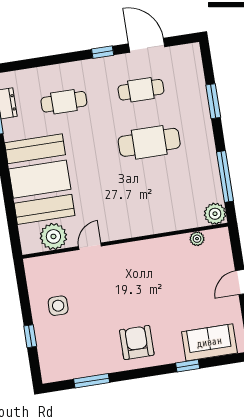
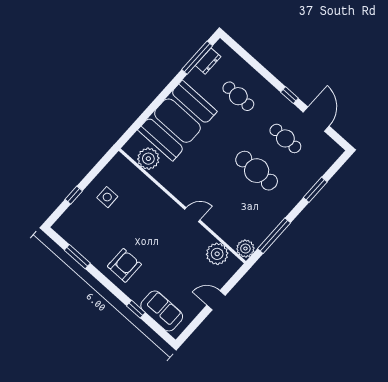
plant: (197, 239) -> (217, 254), width x1.88, depth x1.88
door: (90, 246) -> (192, 215), moved

